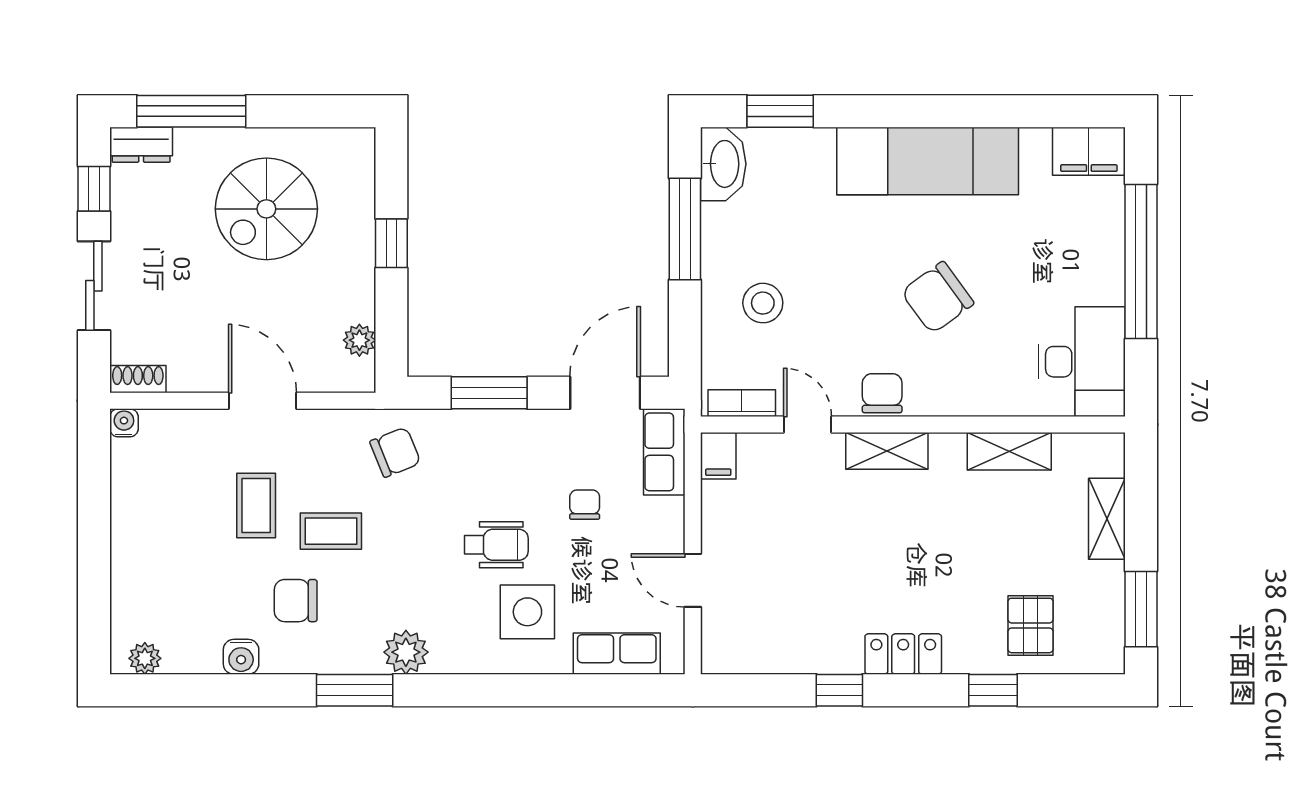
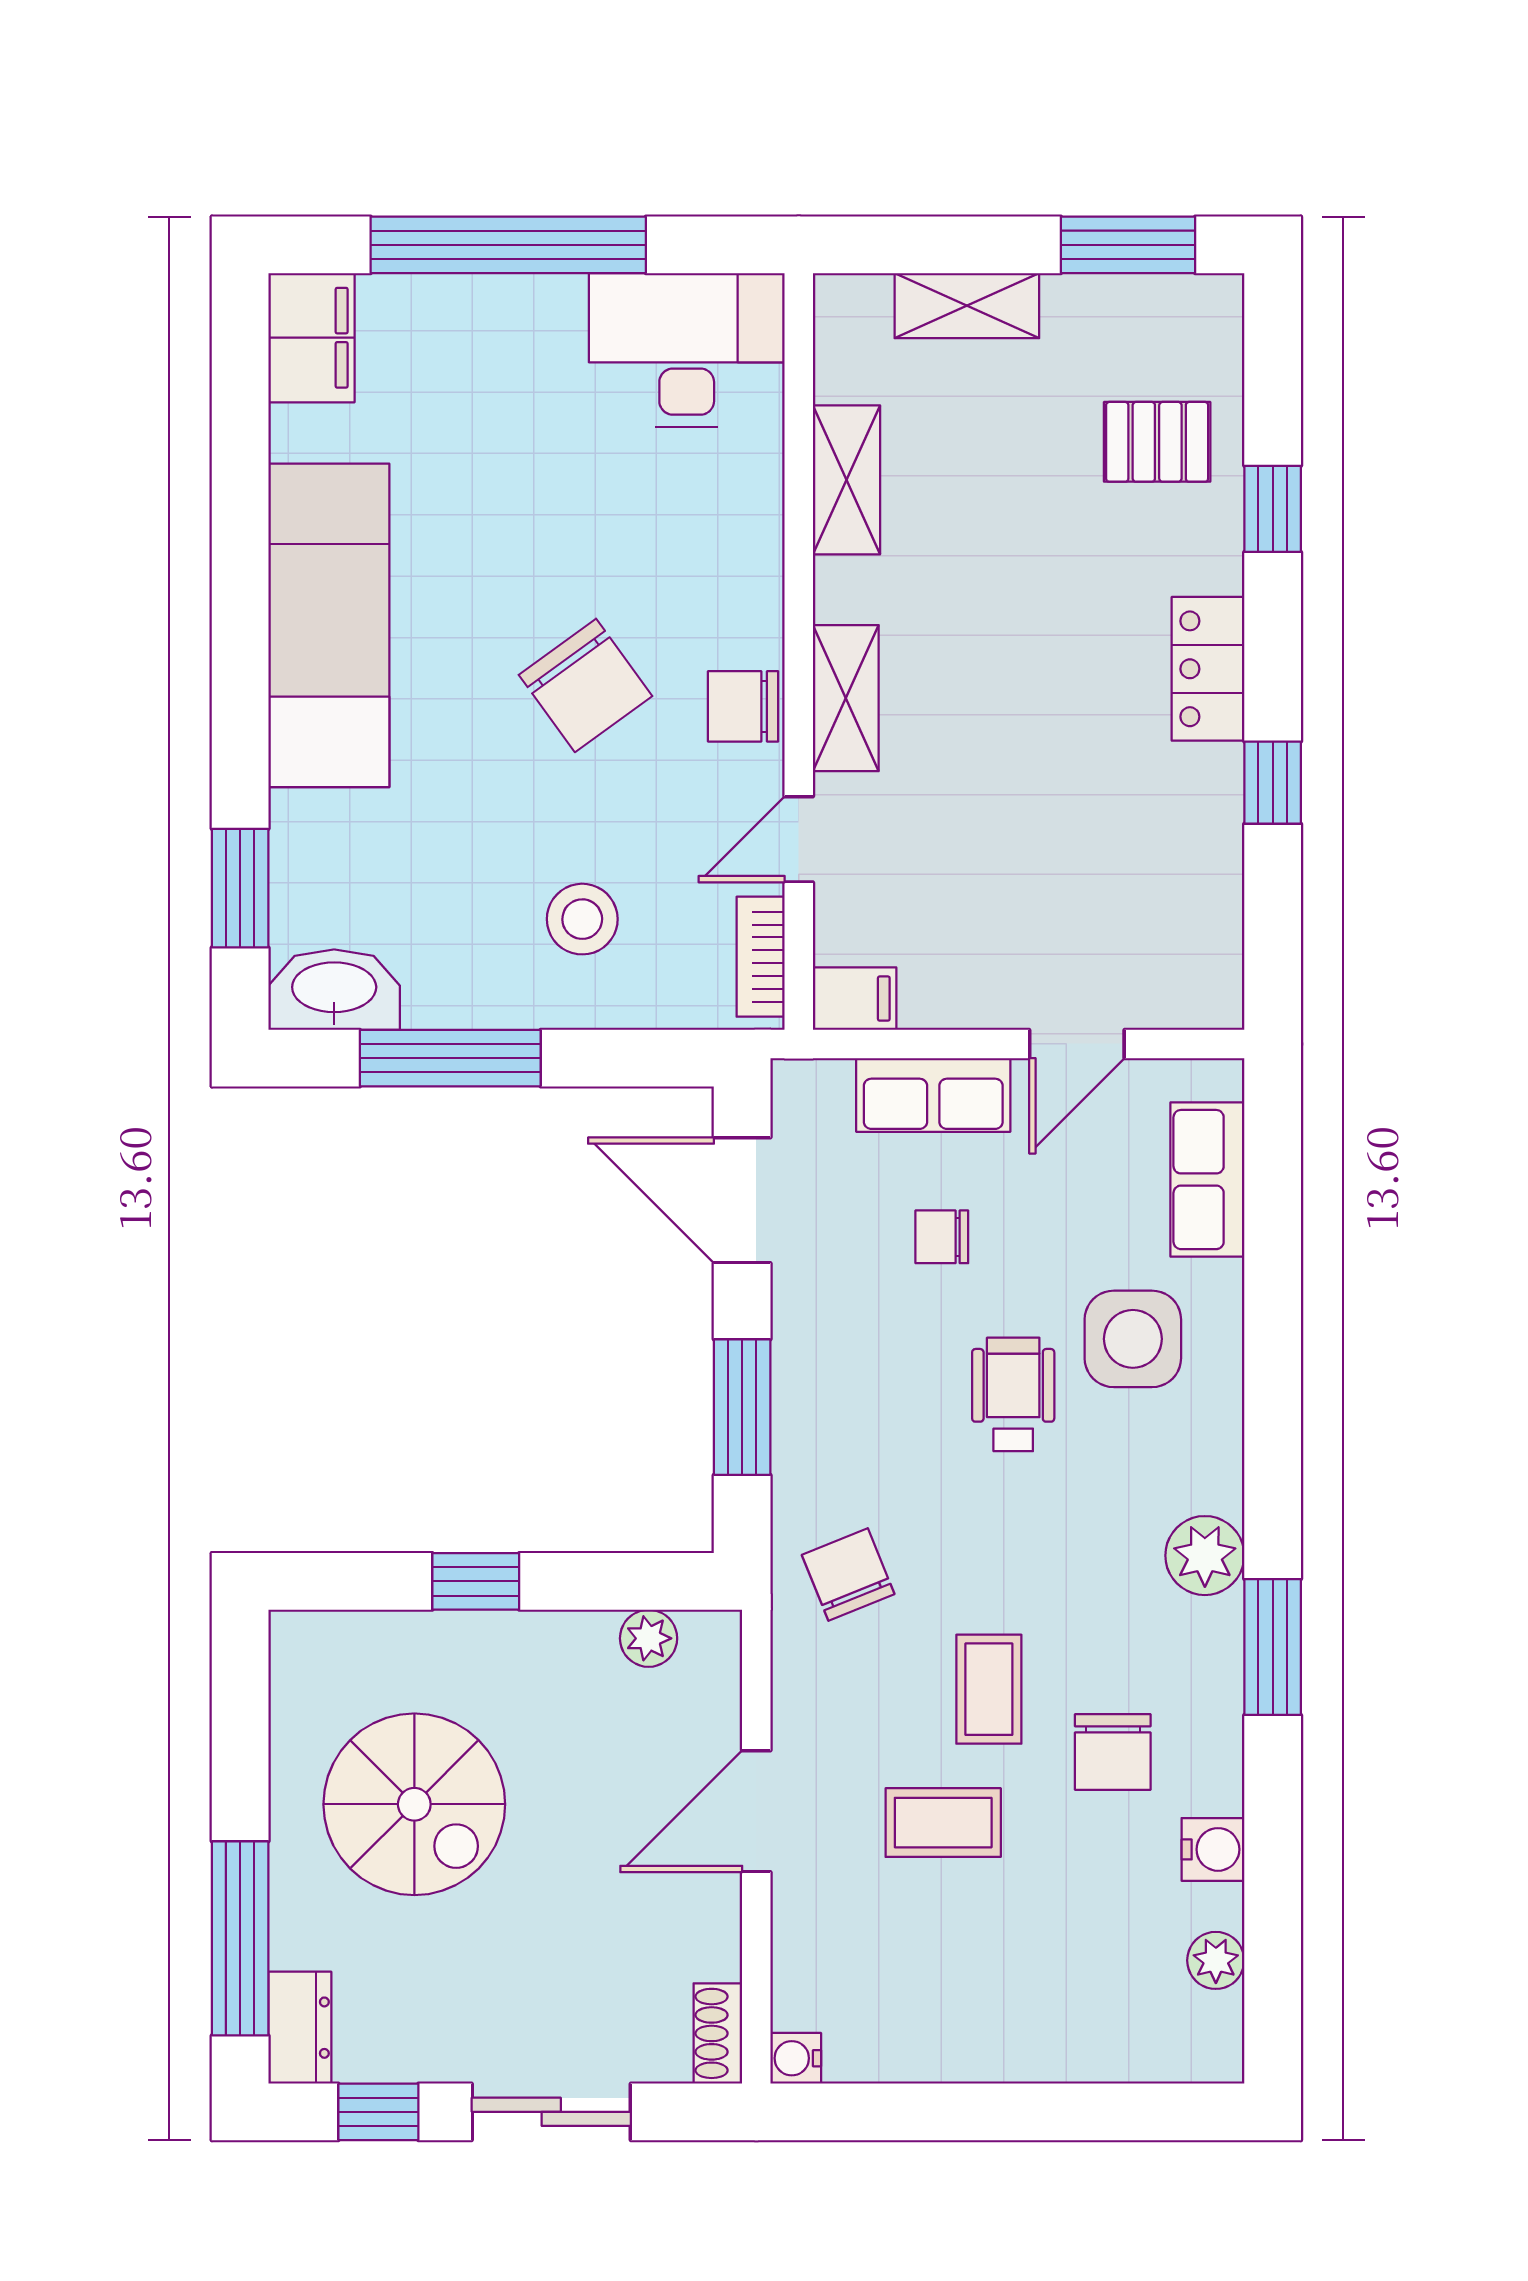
chair: (937, 298) -> (585, 685), moved
row of seats: (664, 452) -> (933, 1095), moved
plant: (145, 658) -> (1216, 1960), moved

